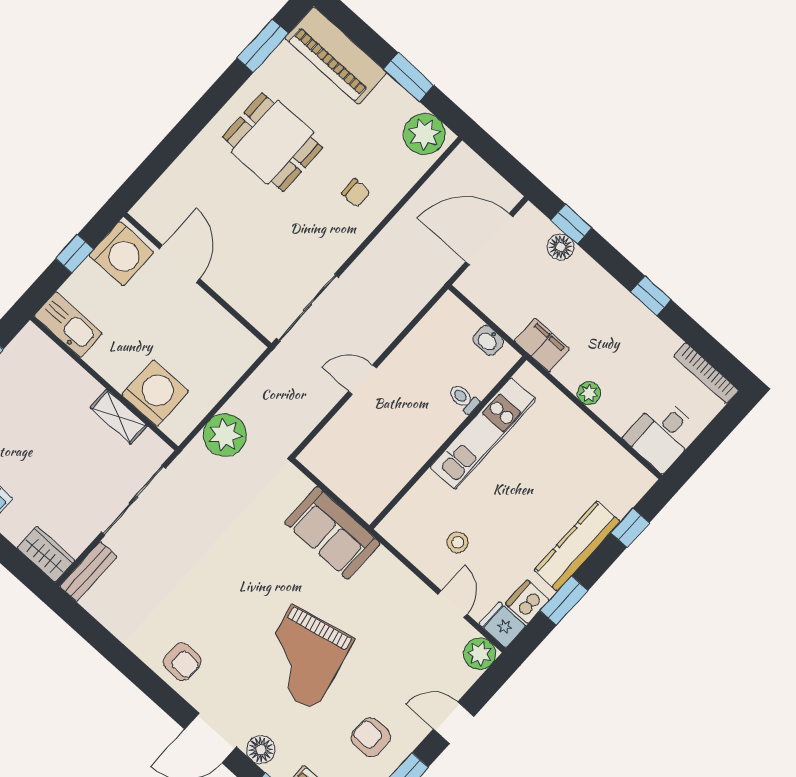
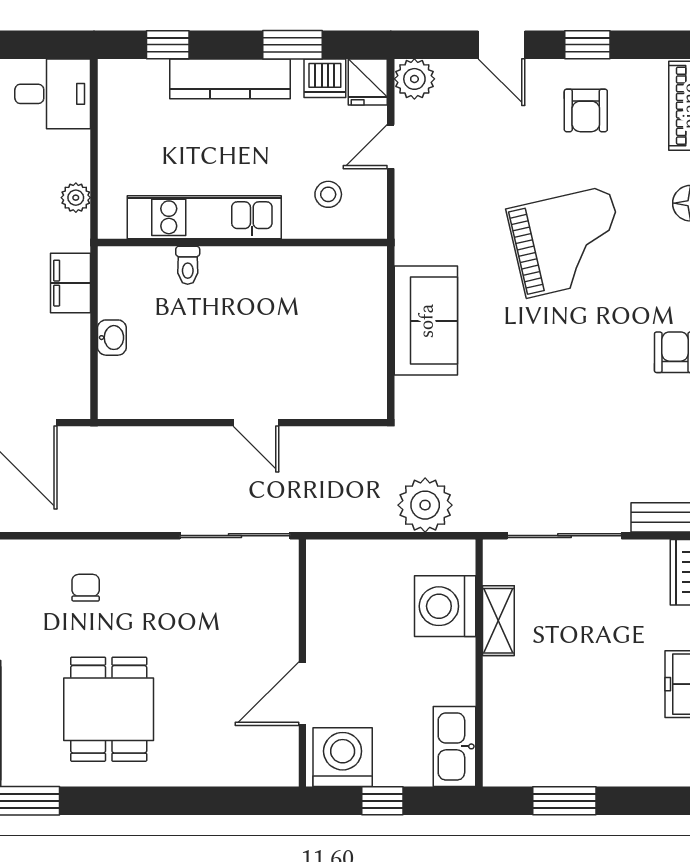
toilet: (464, 399) -> (188, 265), moved
kitchen unit: (483, 434) -> (204, 217), moved
wall: (448, 443) -> (242, 243), moved

